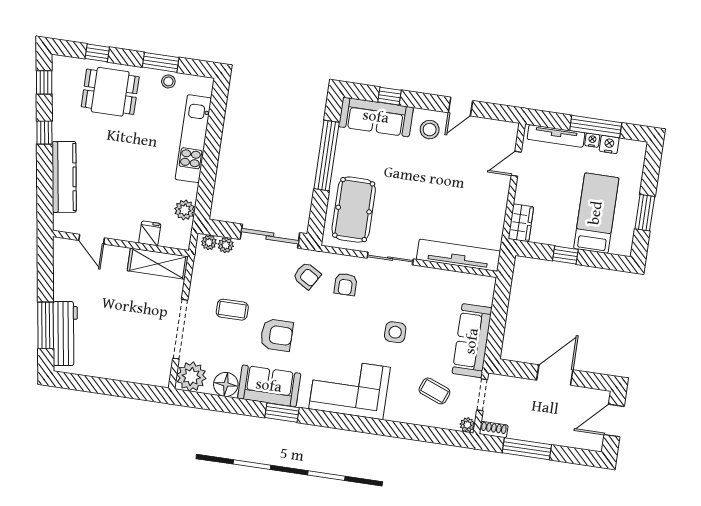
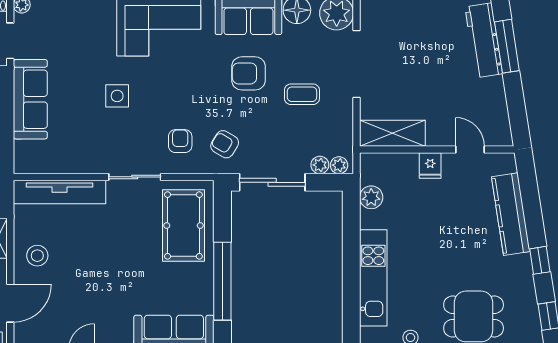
stool: (430, 130) -> (37, 256), moved
door: (516, 164) -> (10, 303), width x1.38
fridge: (150, 233) -> (430, 166), moved
coffee table: (434, 391) -> (64, 37), removed

